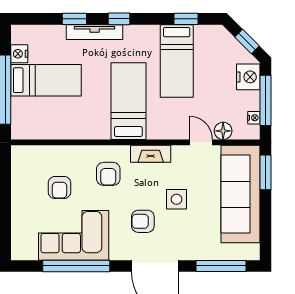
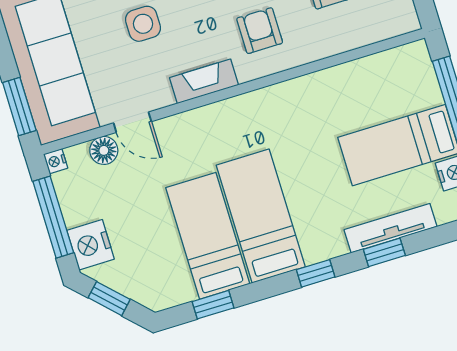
tv unit: (95, 32) -> (391, 228), moved
bed: (128, 101) -> (261, 216), moved, turned 180
nightstand: (254, 118) -> (56, 161), moved

